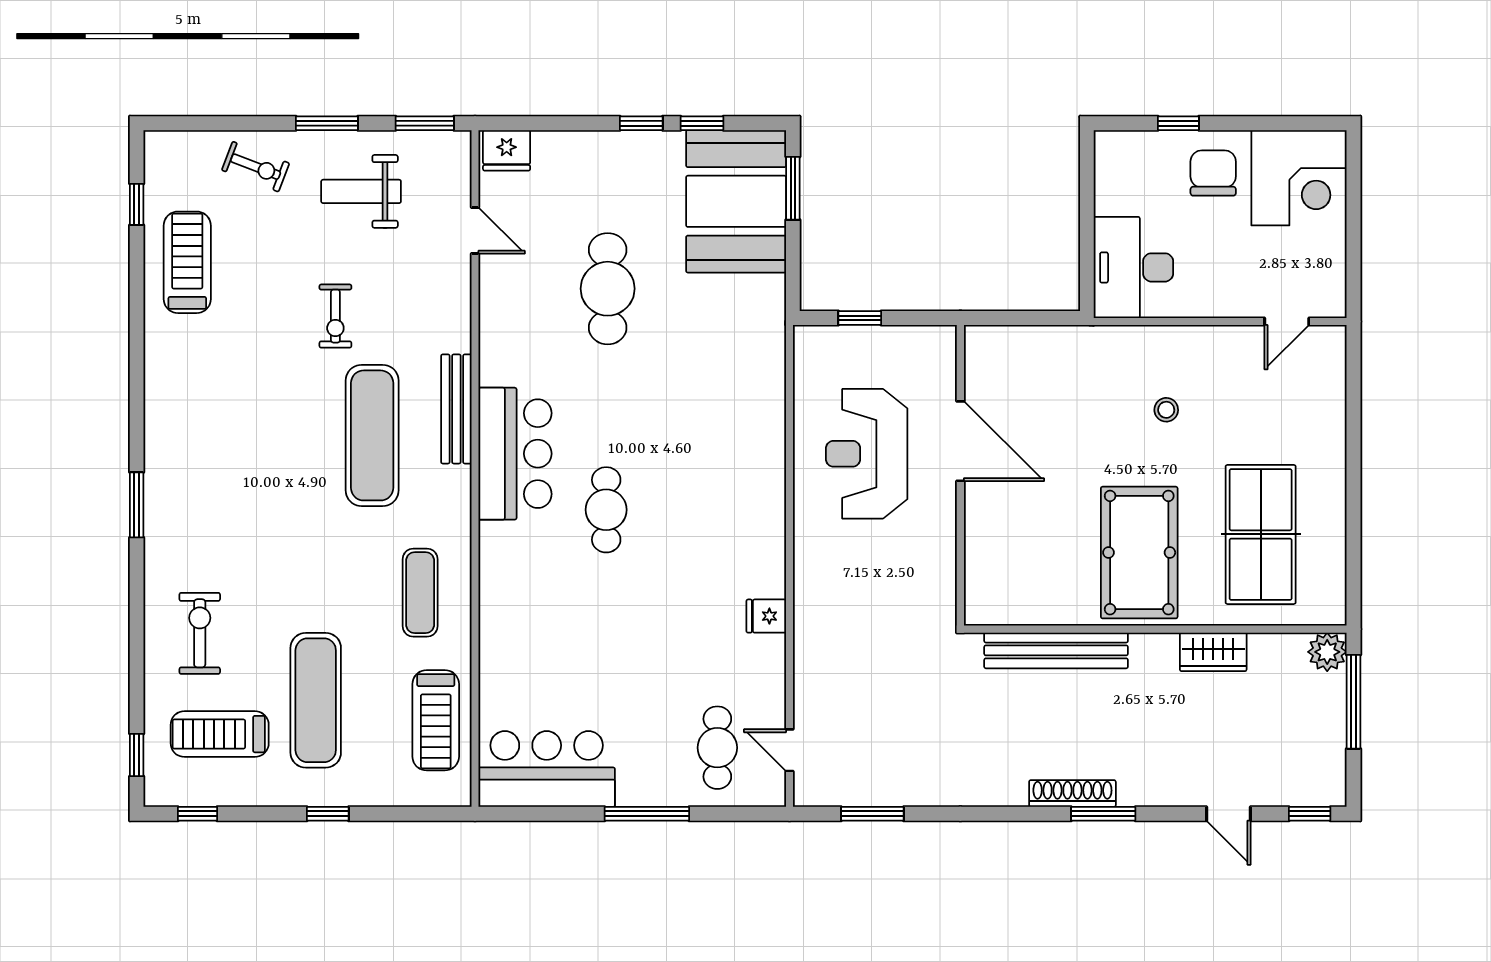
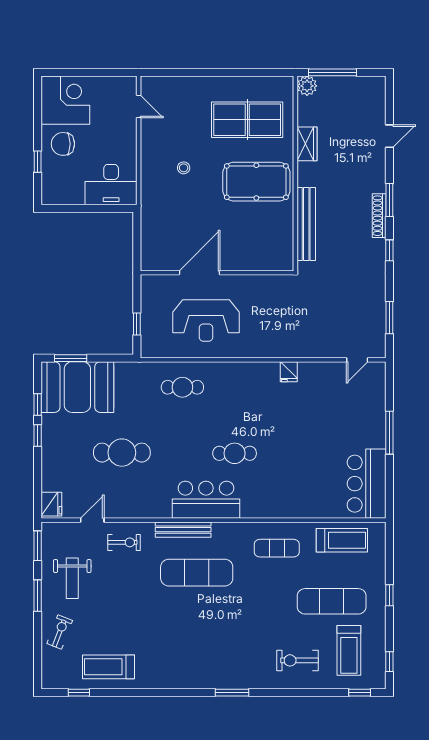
exercise bike: (335, 316) -> (124, 542), moved
cafe table: (717, 748) -> (182, 387), moved
window: (1310, 814) -> (389, 250), moved

